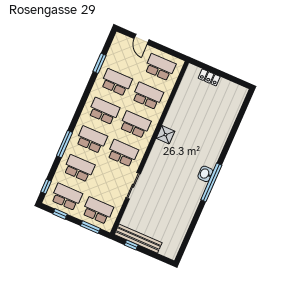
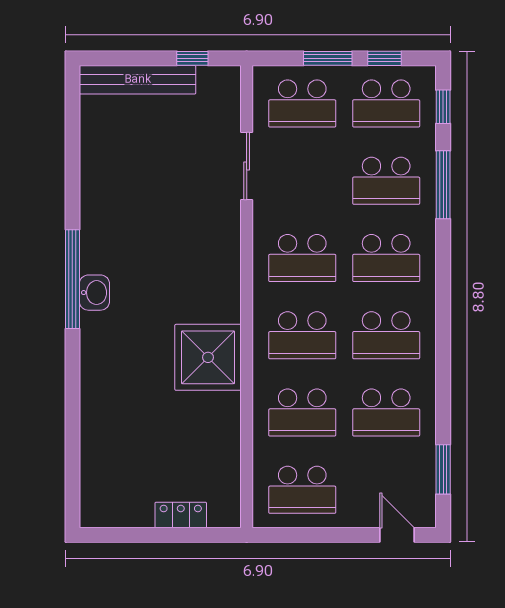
door: (142, 39) -> (397, 535), moved
window: (100, 63) -> (443, 469), moved
shower: (165, 135) -> (208, 357), width x1.86, depth x1.86
window: (64, 144) -> (443, 185), moved
sliding door: (133, 186) -> (247, 166), moved
window: (90, 227) -> (328, 58), moved
bench: (138, 239) -> (138, 80), moved

